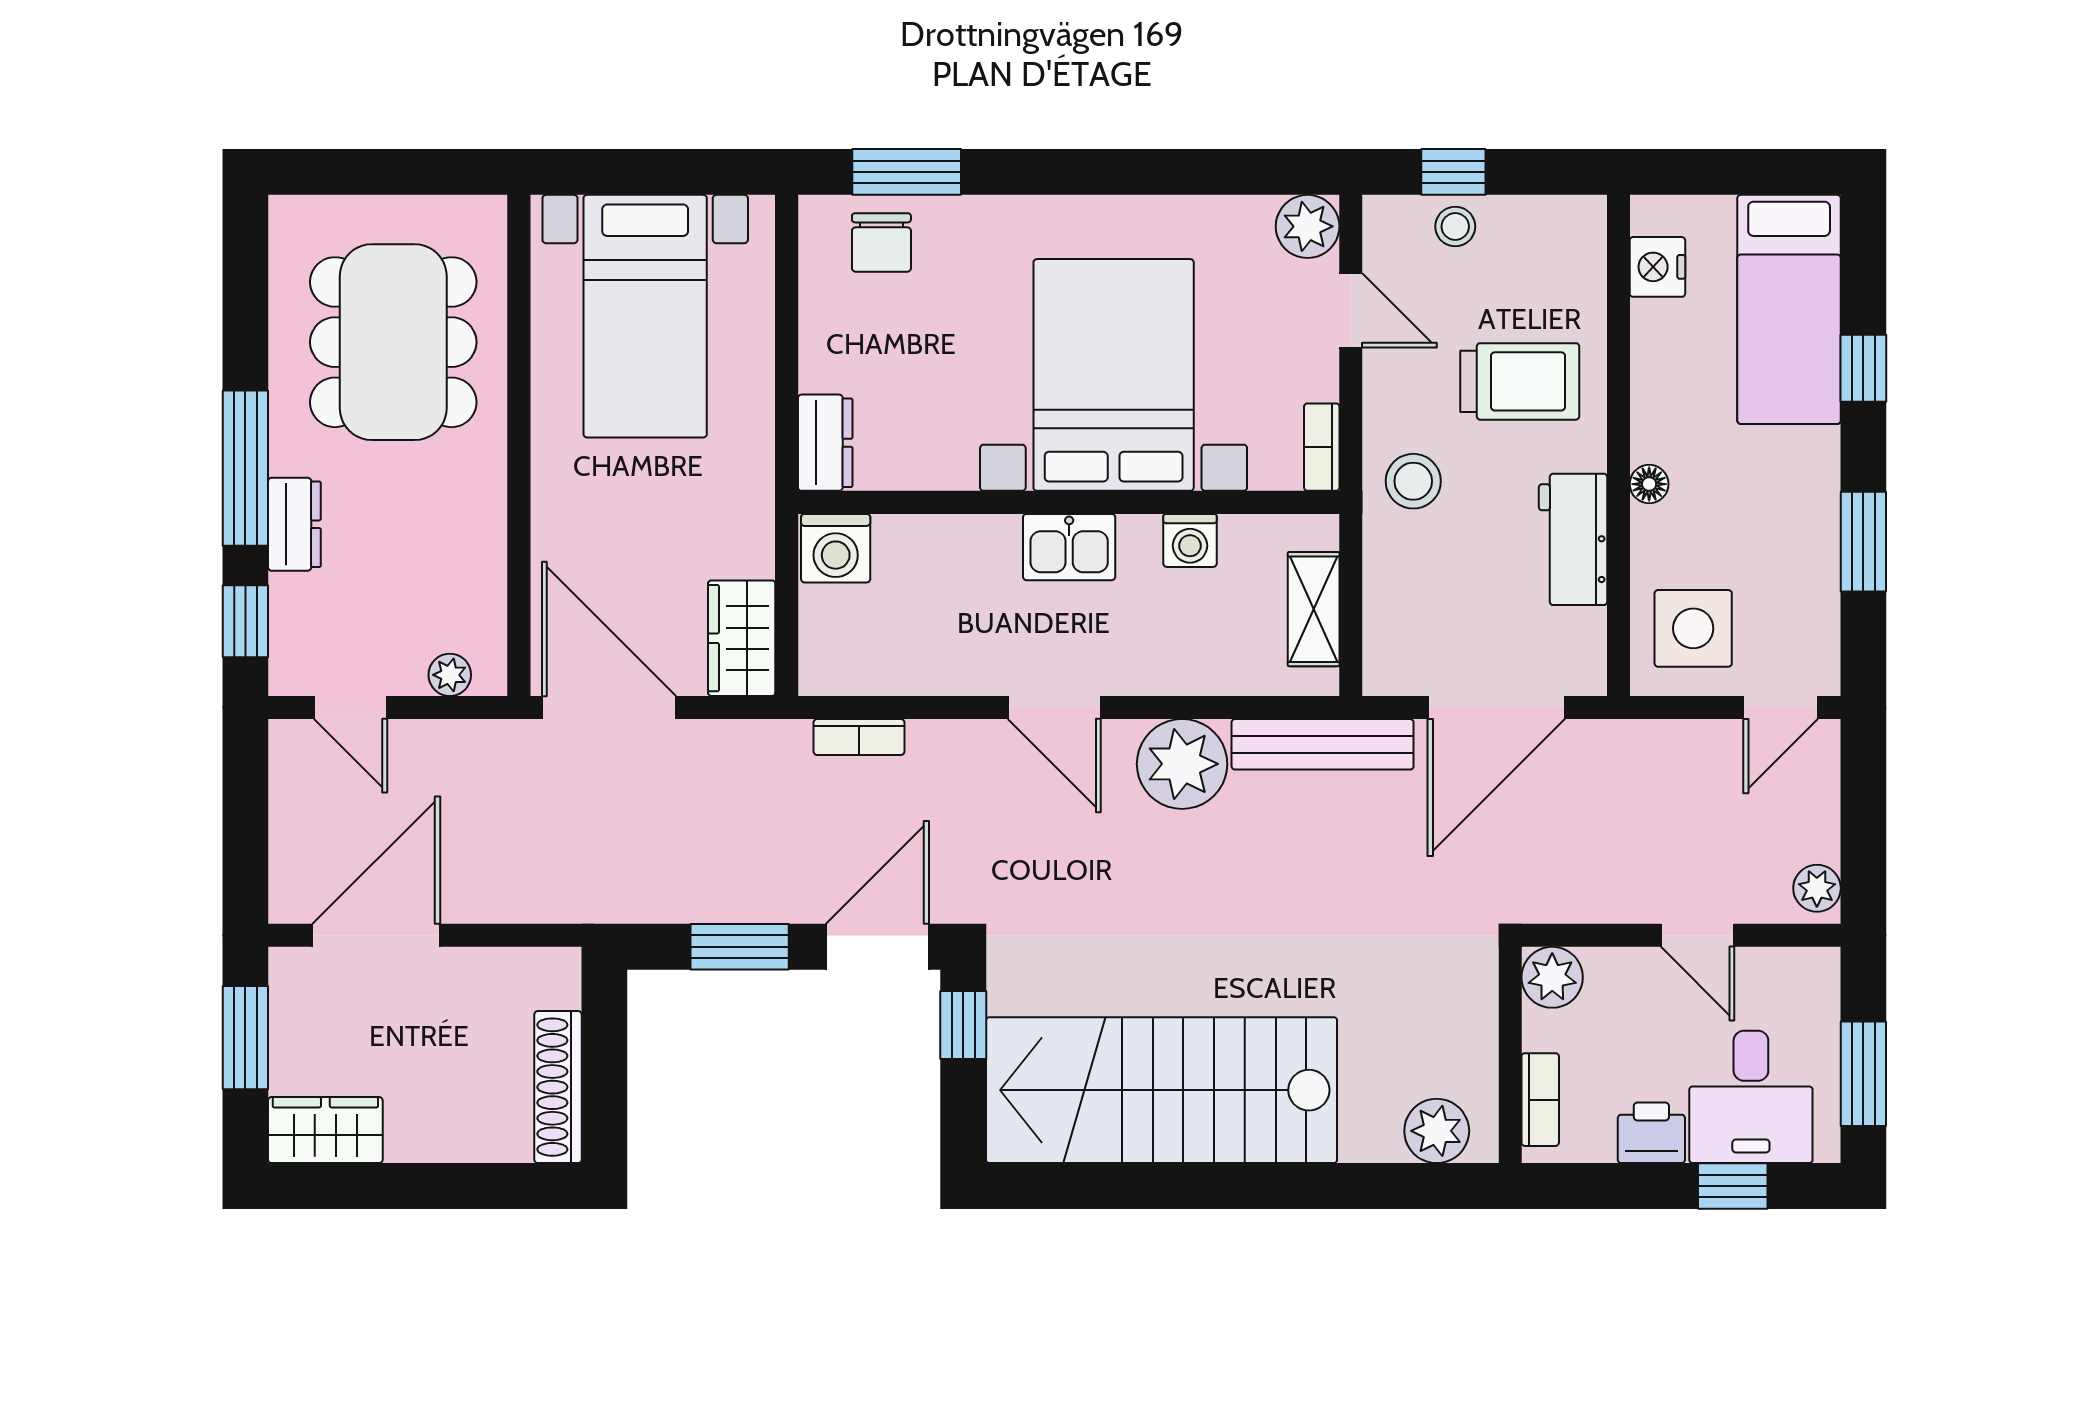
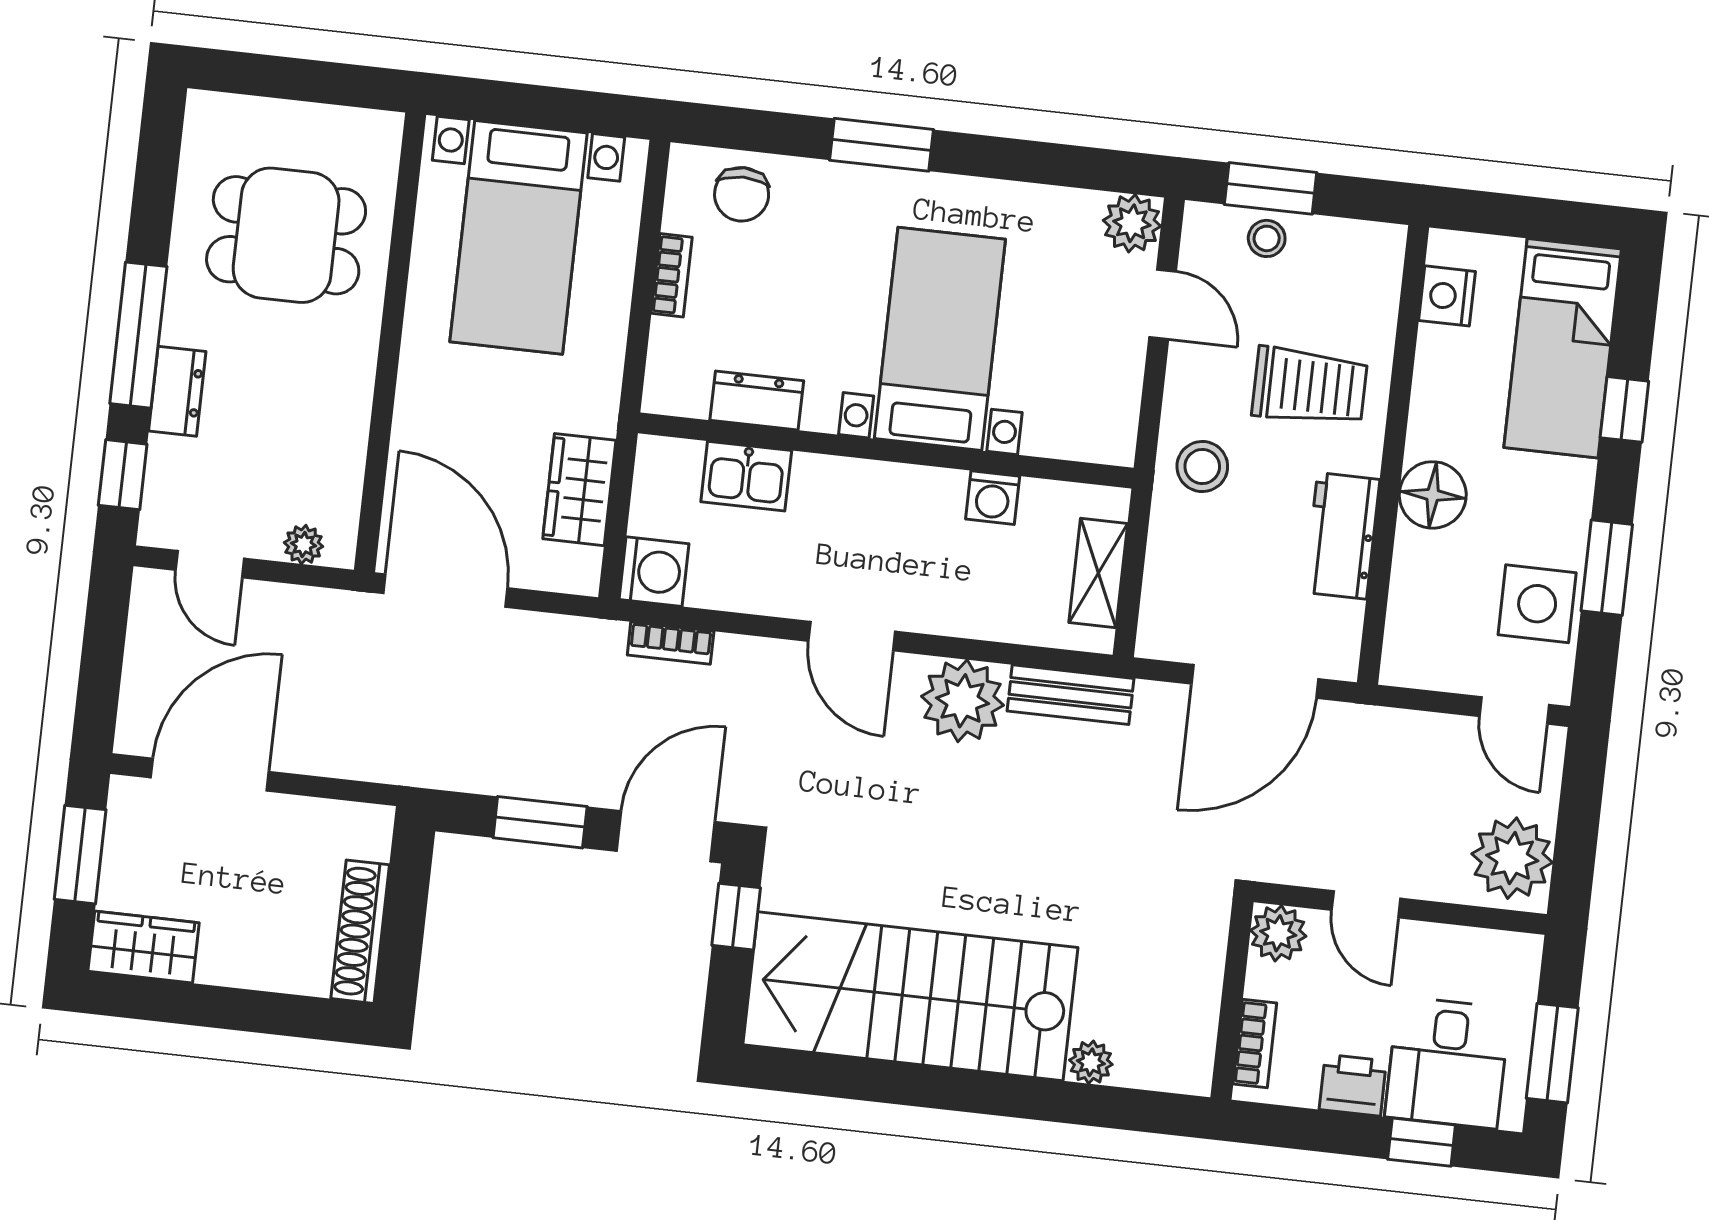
window: (907, 172) -> (881, 145), moved
window: (1453, 172) -> (1271, 188), width x1.50
dining table: (393, 342) -> (286, 235), width x0.73
bed with nightstands: (1114, 375) -> (940, 339), width x0.73
dresser: (825, 443) -> (757, 400), moved, turned -90
bookcase: (1322, 447) -> (672, 275), moved, turned 180
floor lamp: (1649, 484) -> (1433, 495), width x1.89, depth x1.89
kitchen sink: (1069, 547) -> (746, 476), moved
washing machine: (836, 548) -> (654, 572), moved, turned -90
side table: (1693, 628) -> (1537, 604), moved
wardrobe: (742, 638) -> (579, 490), moved
door: (1781, 707) -> (1514, 710), hinge flipped
bench: (1323, 744) -> (1071, 695), width x0.73
plant: (1817, 888) -> (1512, 858), width x1.88, depth x1.88
door: (1698, 935) -> (1366, 904), moved
plant: (1437, 1131) -> (1091, 1062), moved, width x0.73, depth x0.73

